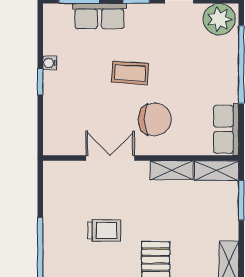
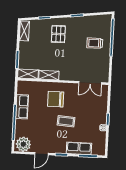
row of seats: (226, 129) -> (22, 107), moved
double door: (110, 158) -> (90, 83), moved
trolley: (104, 230) -> (95, 43), moved

